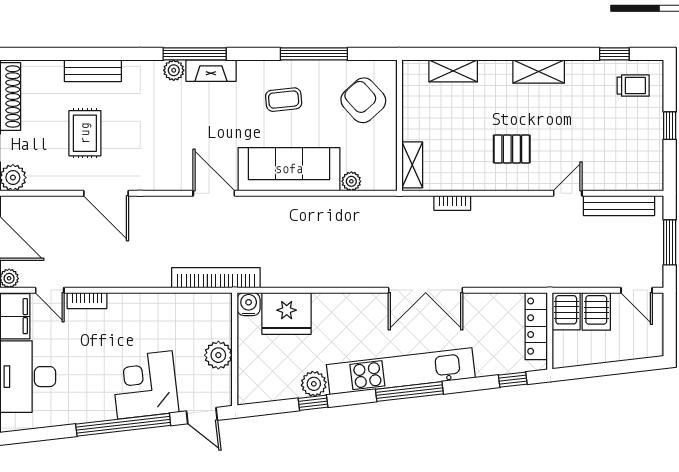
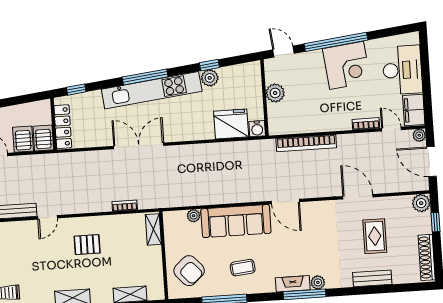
bookcase: (216, 278) -> (306, 143), moved
corner desk: (145, 385) -> (347, 65), moved

